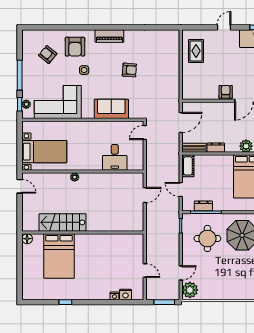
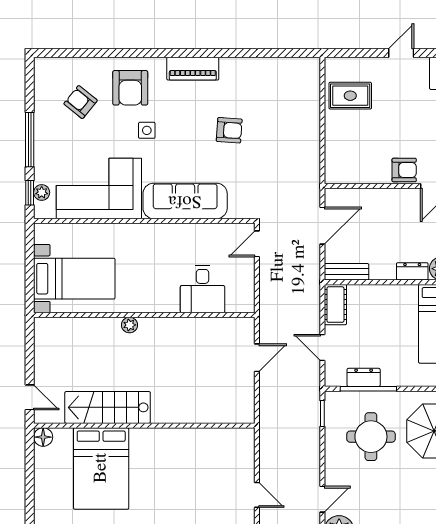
rug: (196, 51) -> (350, 96), turned 90
armchair: (226, 92) -> (404, 170), turned 90
sofa: (111, 109) -> (185, 201), width x1.36
dresser: (216, 148) -> (412, 271), moved
door: (20, 186) -> (30, 397), moved

